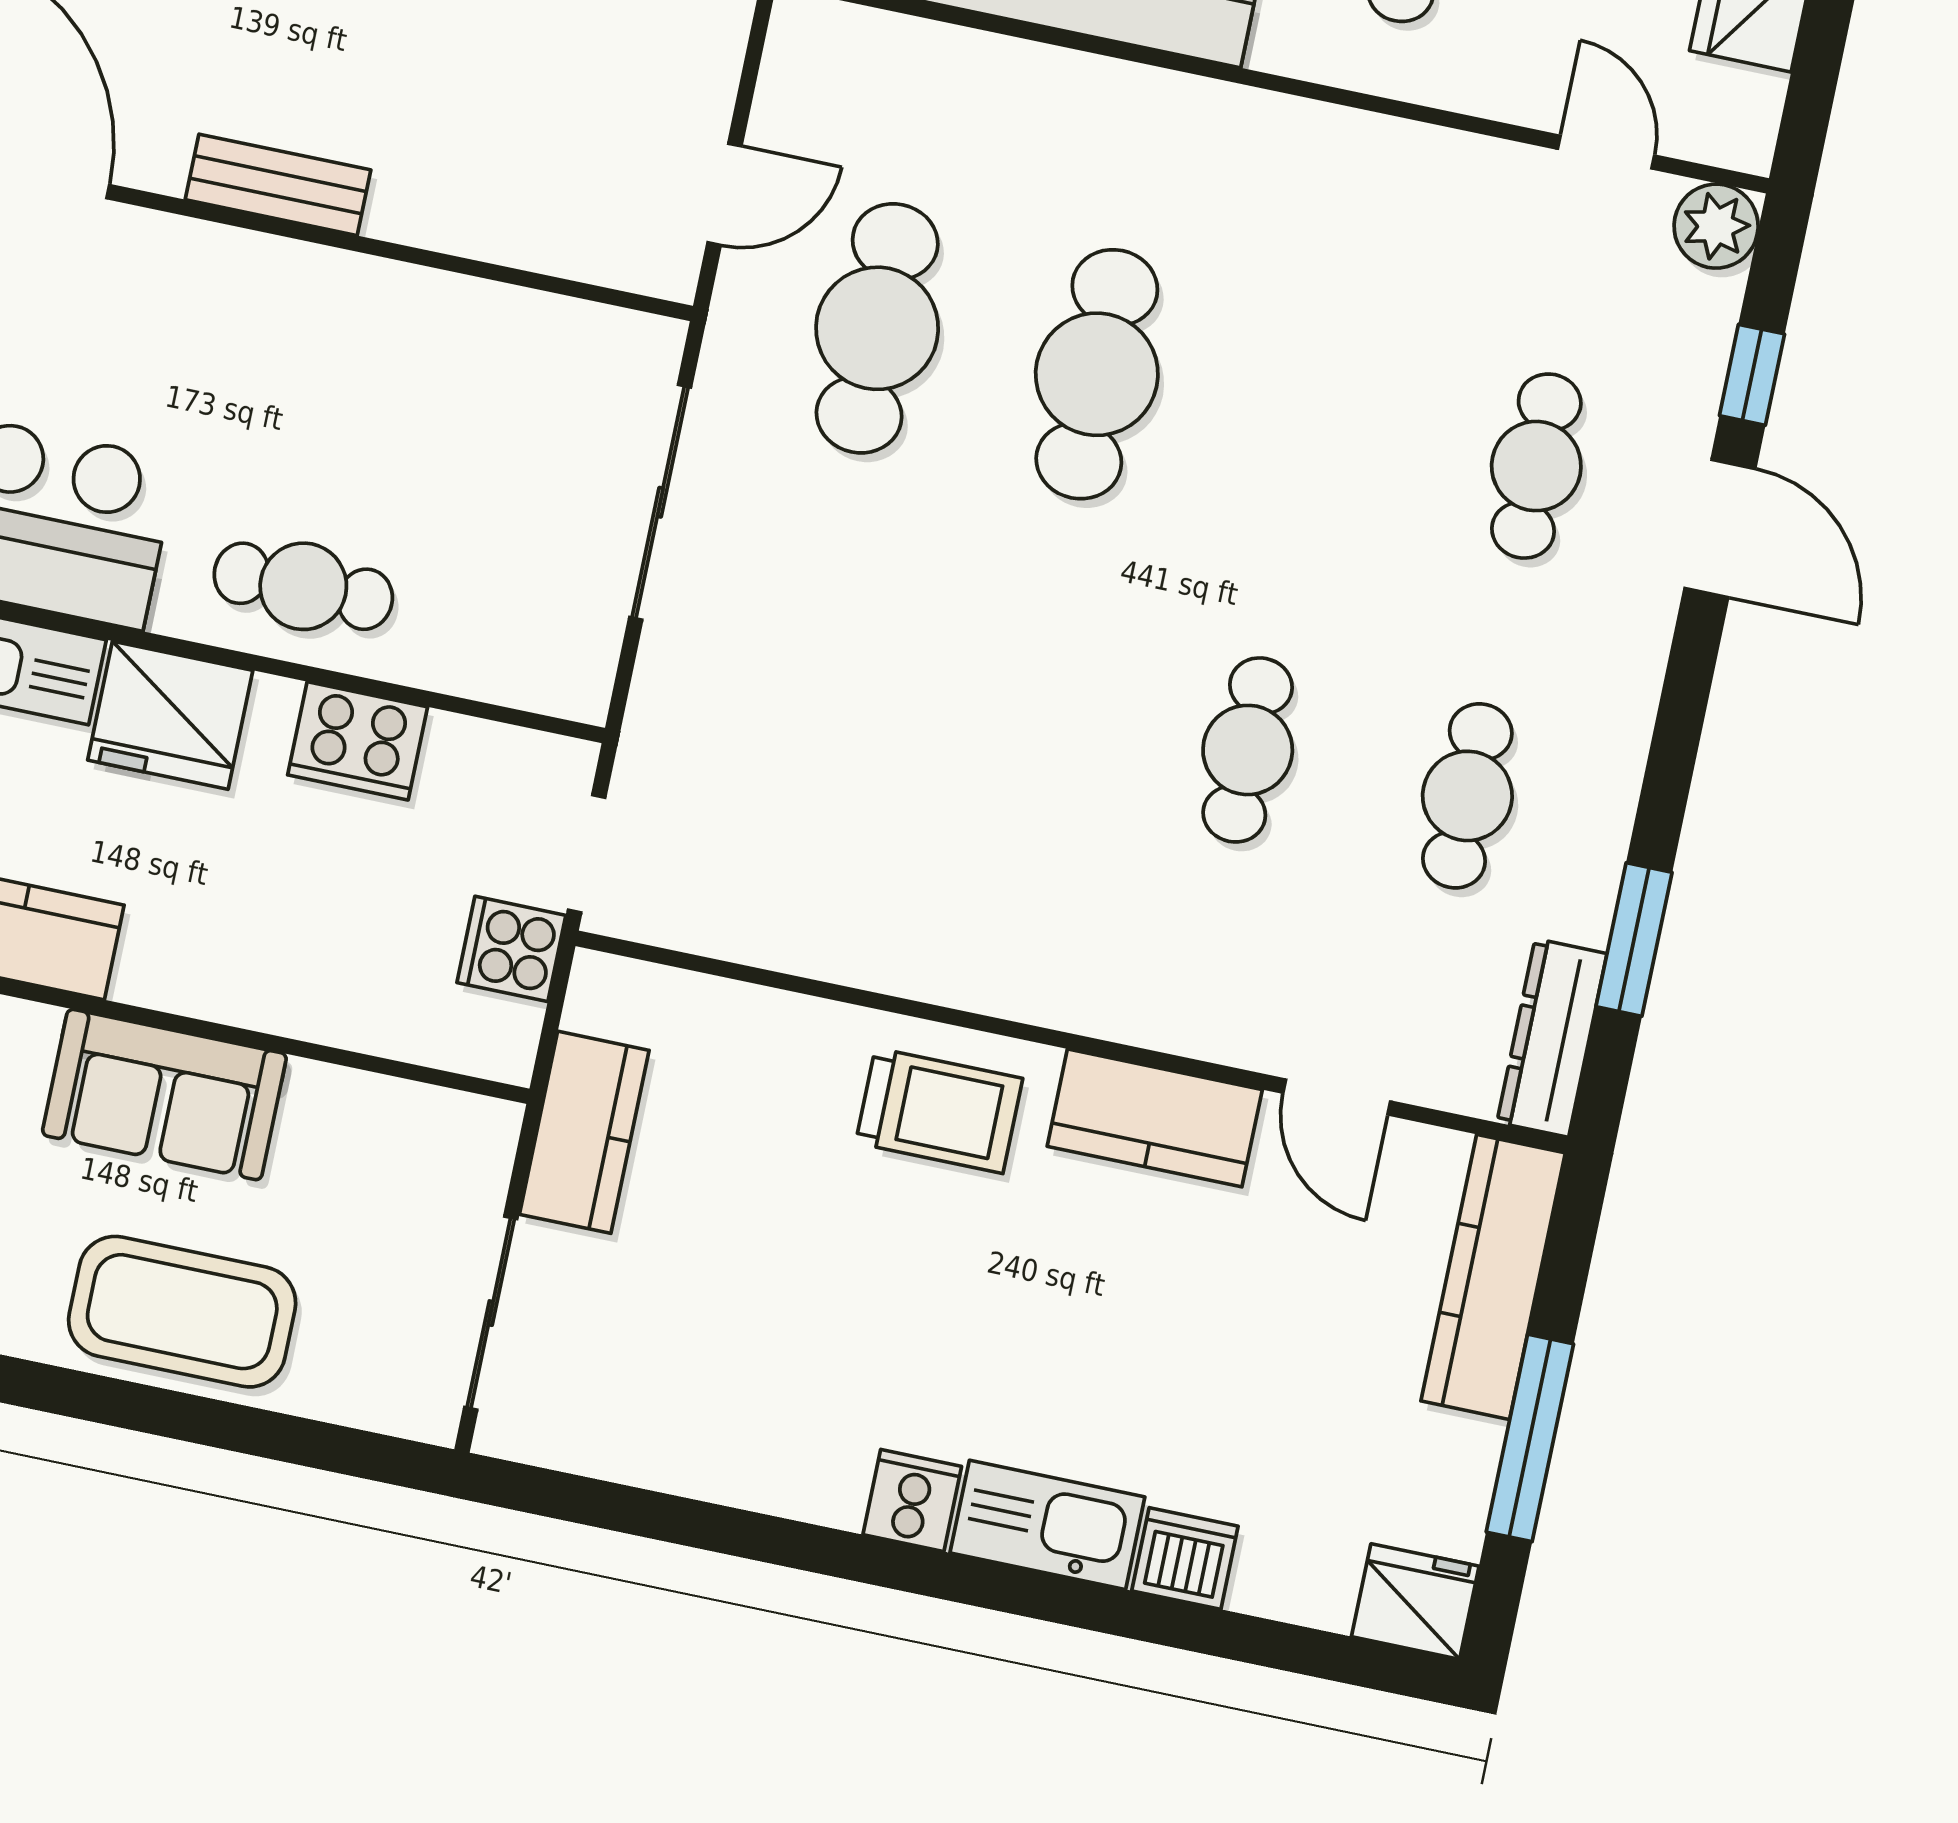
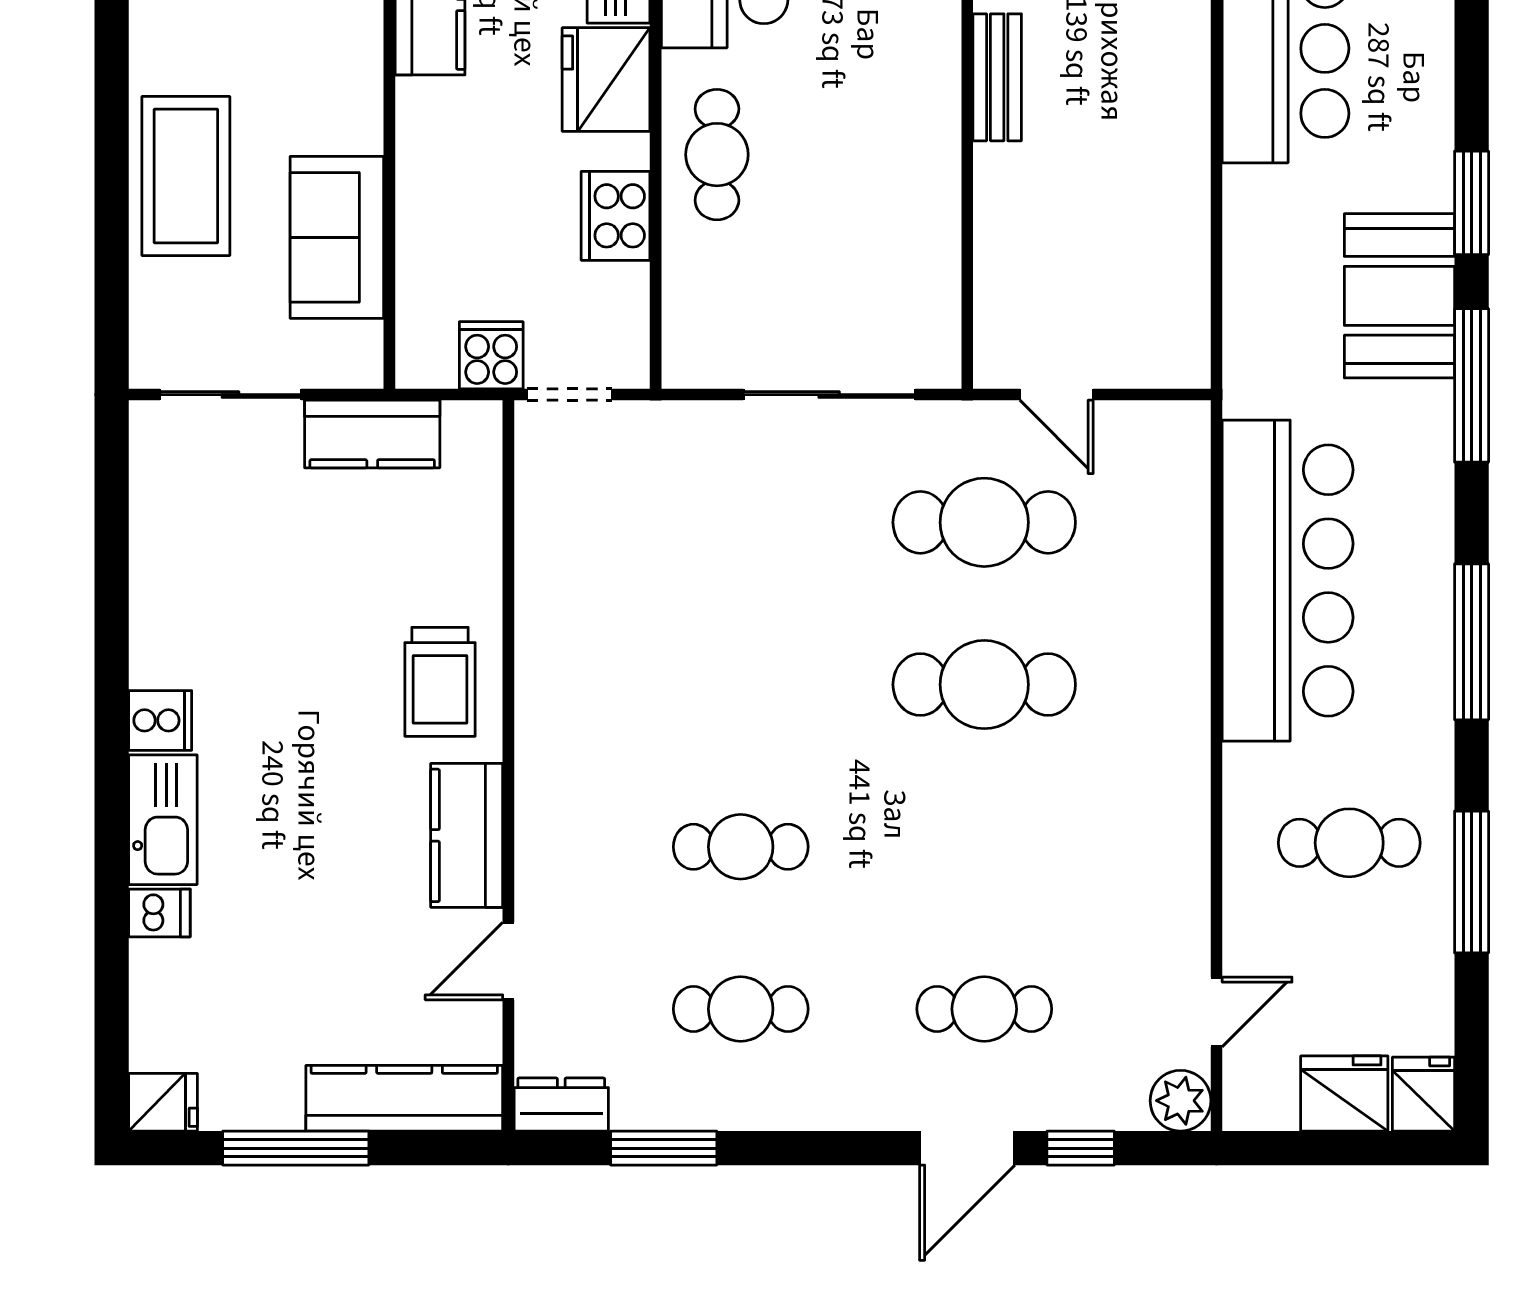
dresser: (1552, 1038) -> (561, 1105), width x0.70
sofa: (164, 1095) -> (337, 237), moved
dishwasher: (1185, 1558) -> (159, 913), width x0.73
fridge: (1415, 1601) -> (163, 1102), width x0.72

